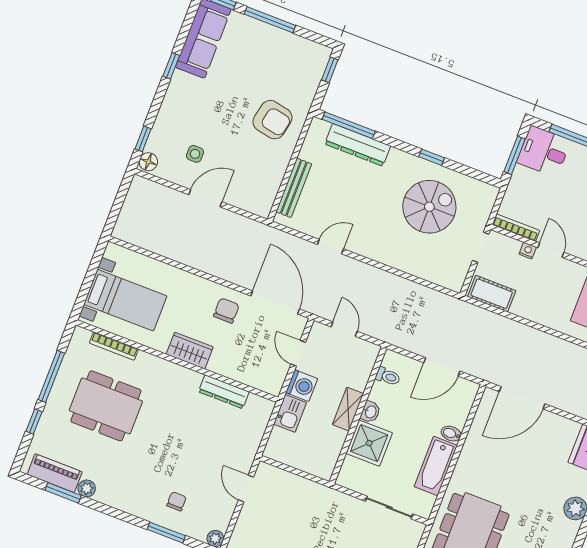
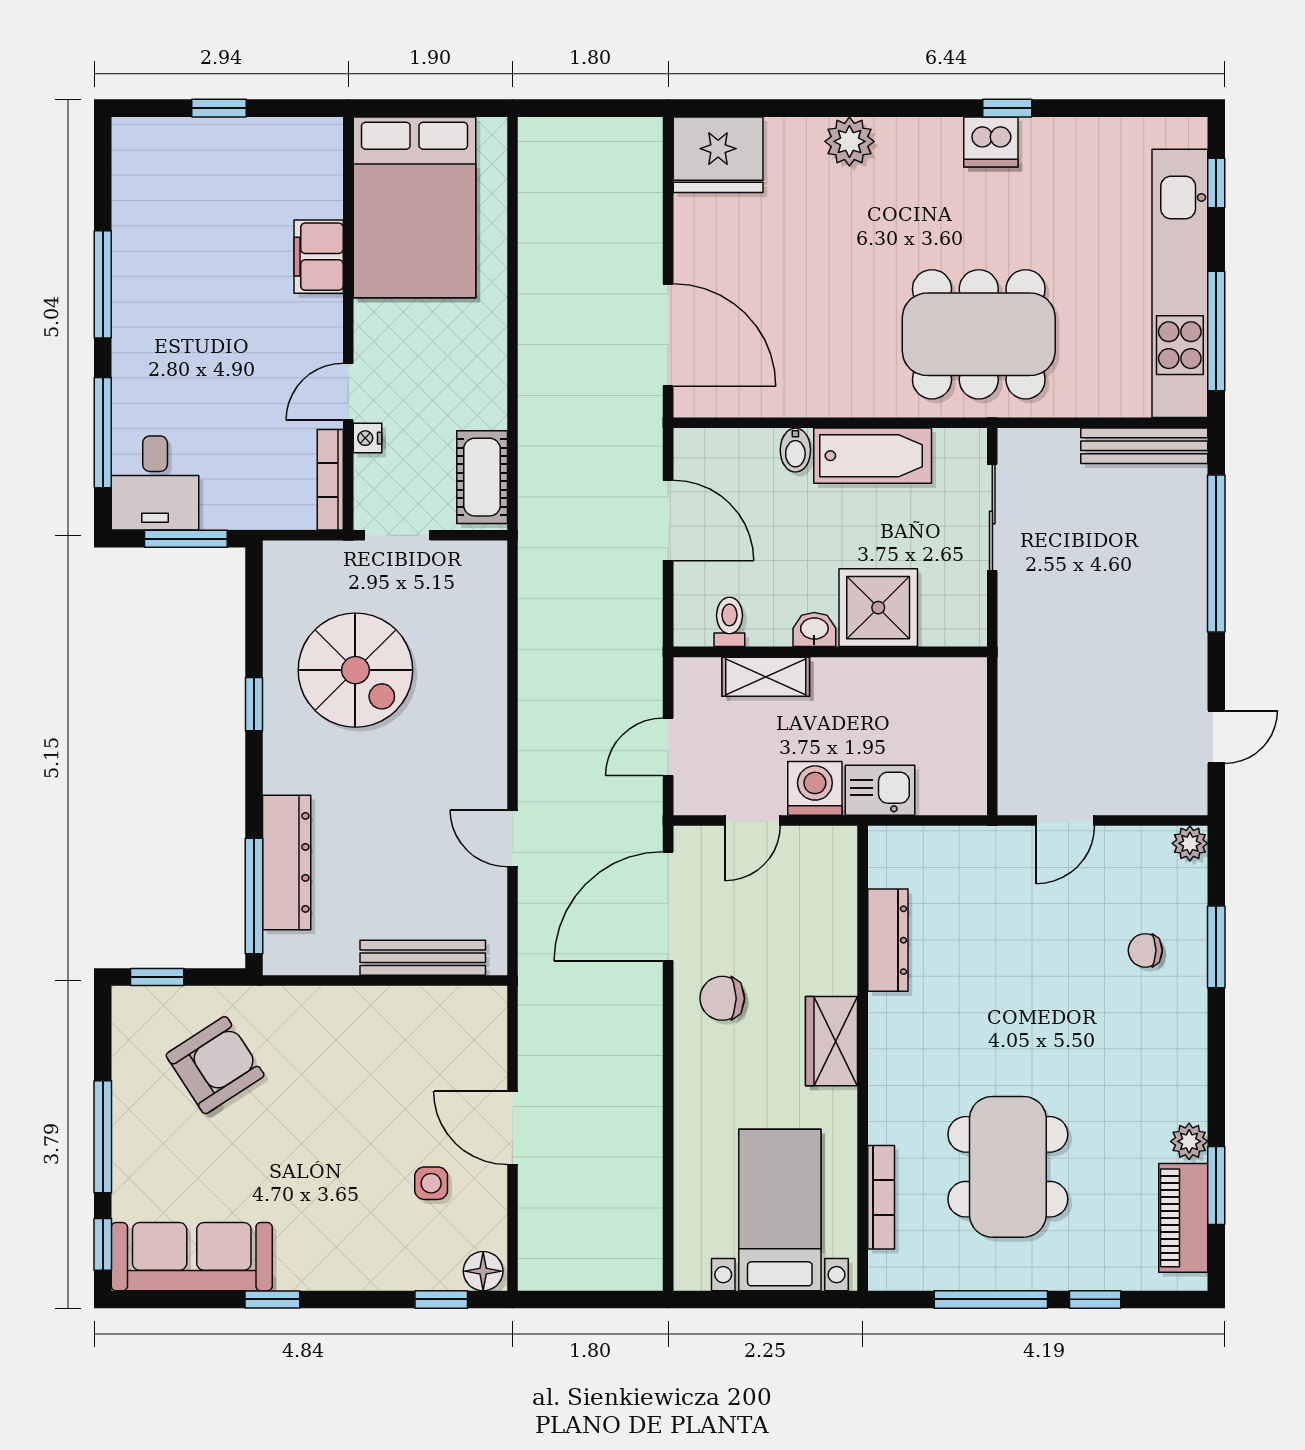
armchair: (272, 120) -> (215, 1065), moved, turned 46
spiral stairs: (429, 207) -> (355, 670), turned 180
shelving: (348, 409) -> (766, 677), moved

